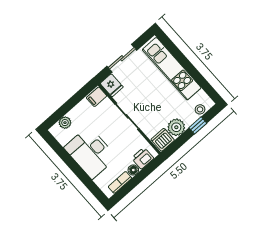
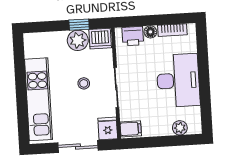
stool: (200, 109) -> (84, 83), moved
window: (198, 125) -> (79, 25), moved

